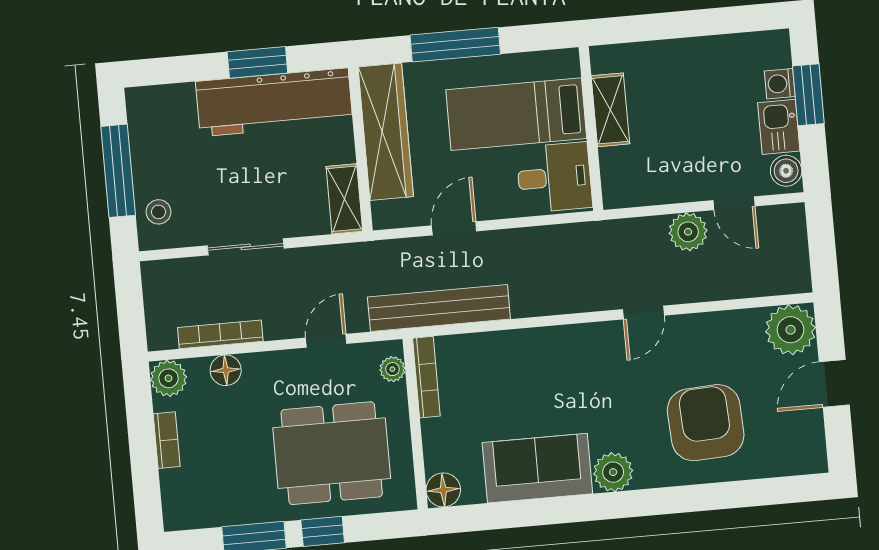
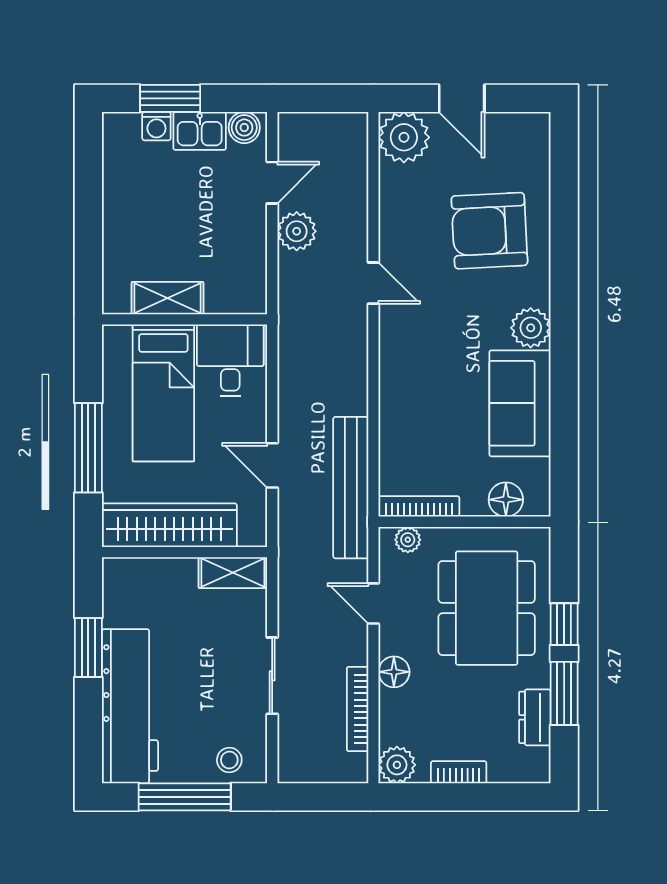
workbench: (274, 102) -> (130, 706), moved
floor lamp: (226, 370) -> (394, 672), moved
floor lamp: (443, 490) -> (506, 500), moved
dresser: (228, 511) -> (535, 717), added

